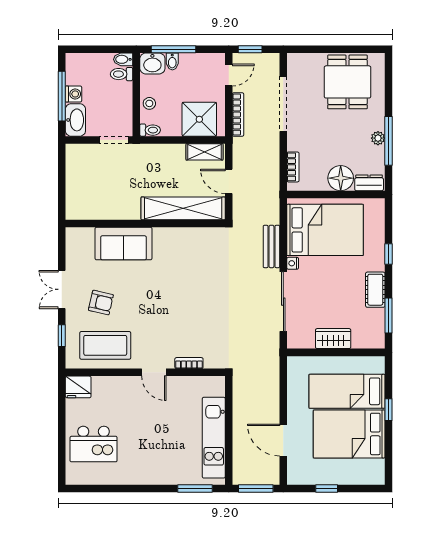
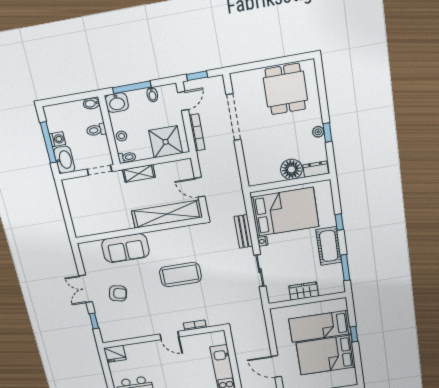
bidet: (172, 61) -> (152, 95), moved
toilet: (122, 74) -> (96, 130), moved
window: (389, 141) -> (327, 132), width x0.46
shelving: (204, 152) -> (139, 173), moved
bookcase: (293, 167) -> (250, 167), removed
cot: (375, 290) -> (329, 246), width x1.37, depth x1.34
sliding door: (283, 302) -> (260, 271), width x0.73
coffee table: (105, 345) -> (180, 275), moved

